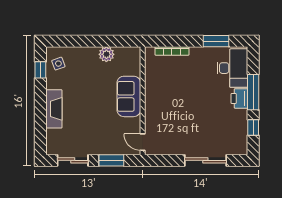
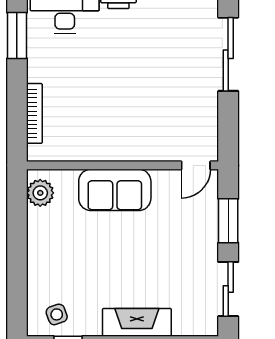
plant: (106, 54) -> (40, 193), moved

